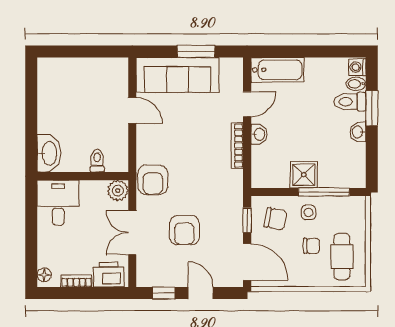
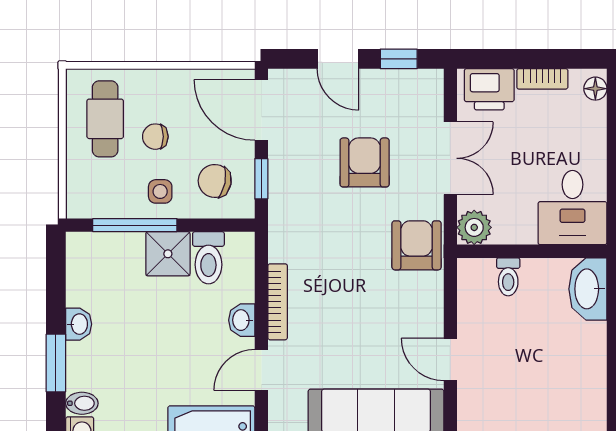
toilet: (350, 102) -> (208, 258), moved, turned 90

